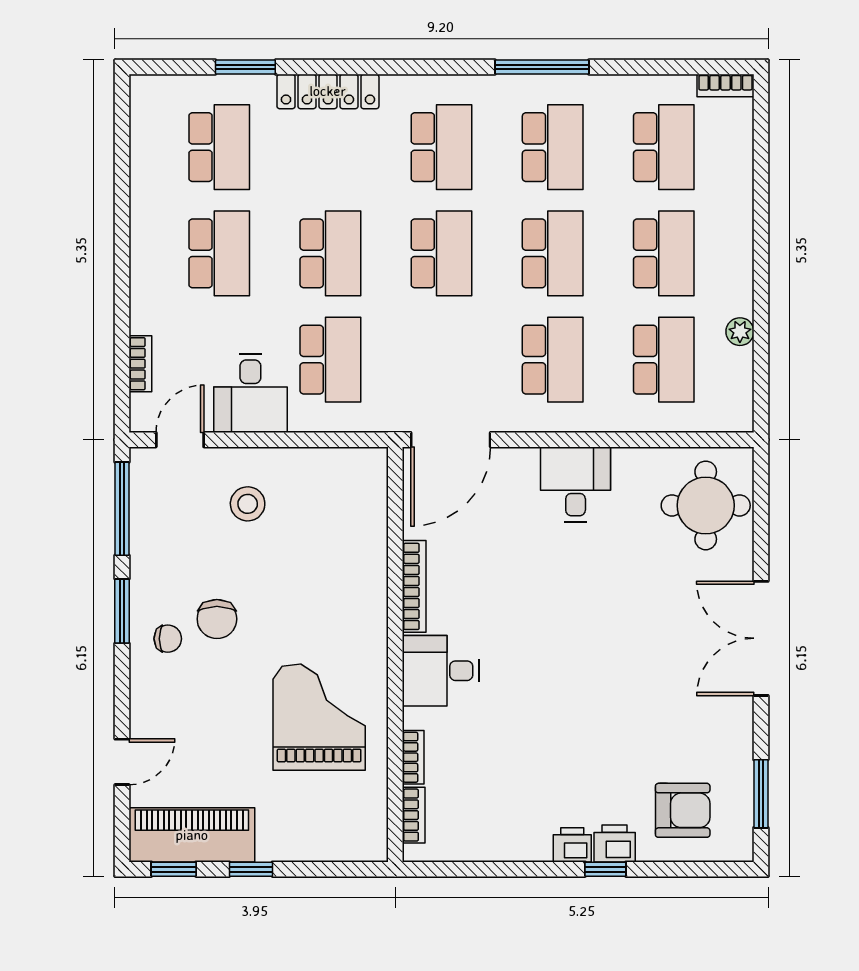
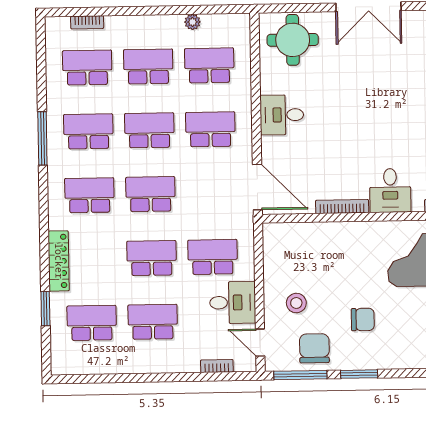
bookcase: (725, 85) -> (87, 22), moved, turned 90
chair: (168, 639) -> (314, 348), moved, width x1.87, depth x1.87

